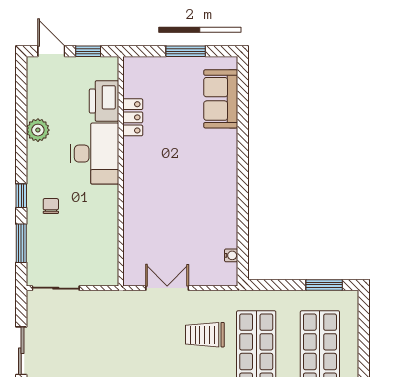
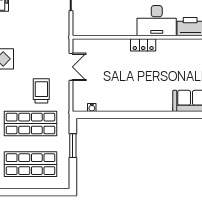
locker: (133, 117) -> (143, 45), moved
window: (324, 285) -> (73, 146), moved

